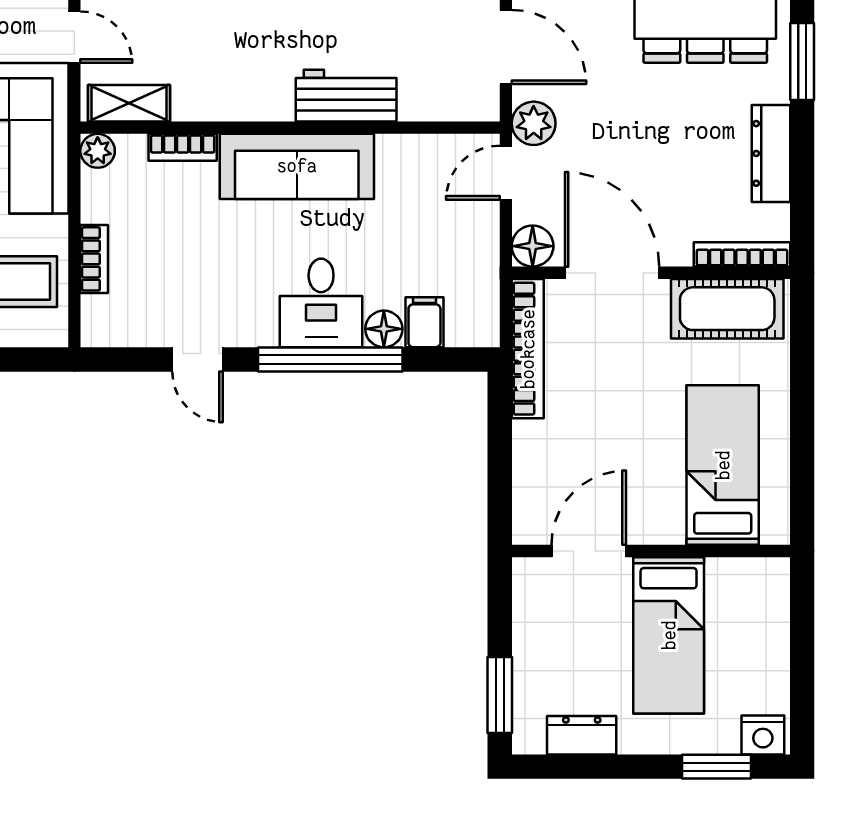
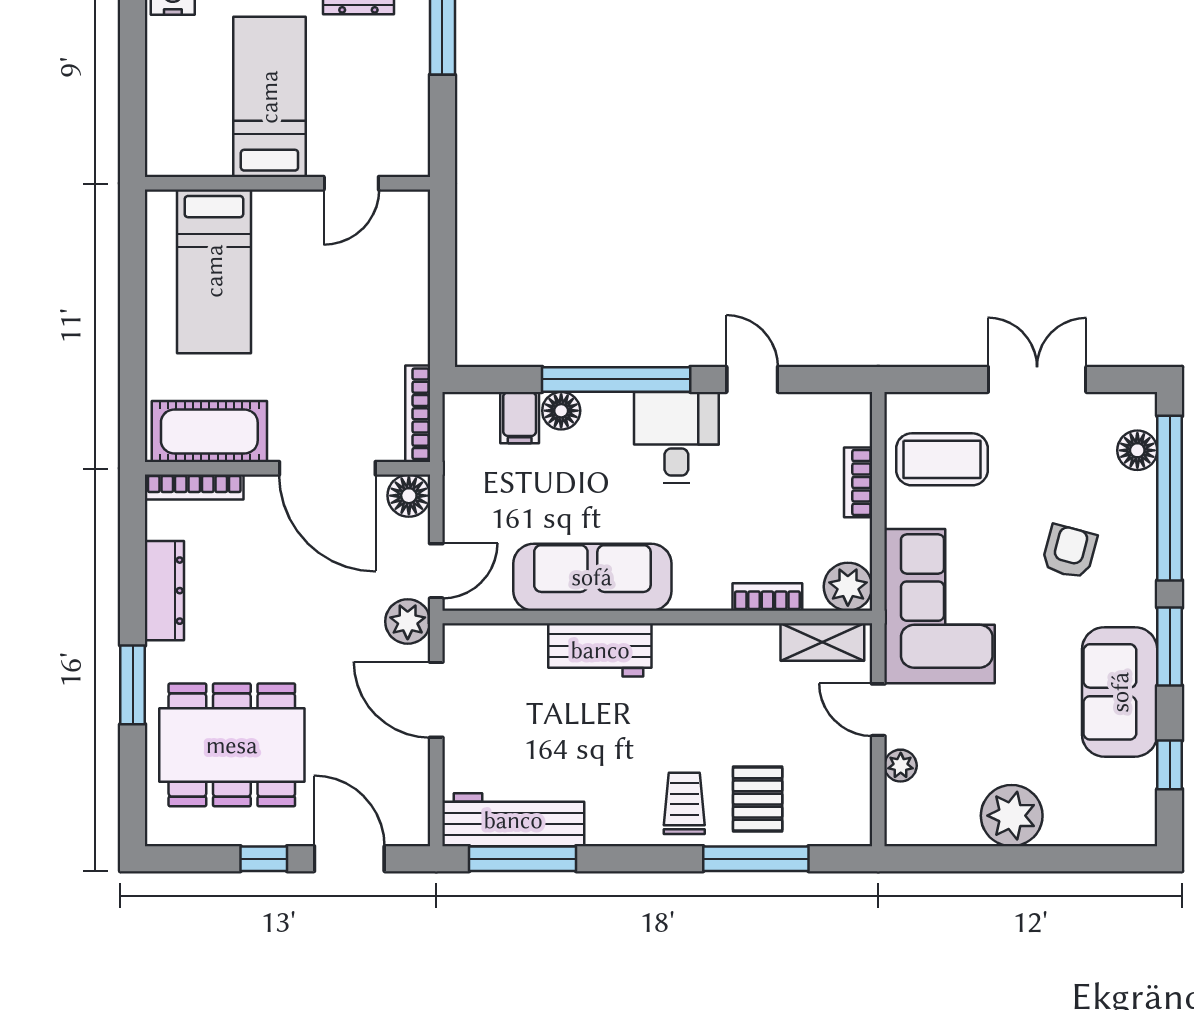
plant: (98, 151) -> (848, 587), width x1.38, depth x1.38
sofa: (297, 166) -> (592, 577), moved
desk: (321, 303) -> (676, 437), moved
bookcase: (528, 349) -> (418, 414), width x0.68, depth x0.76
door: (589, 551) -> (351, 183), width x0.73

